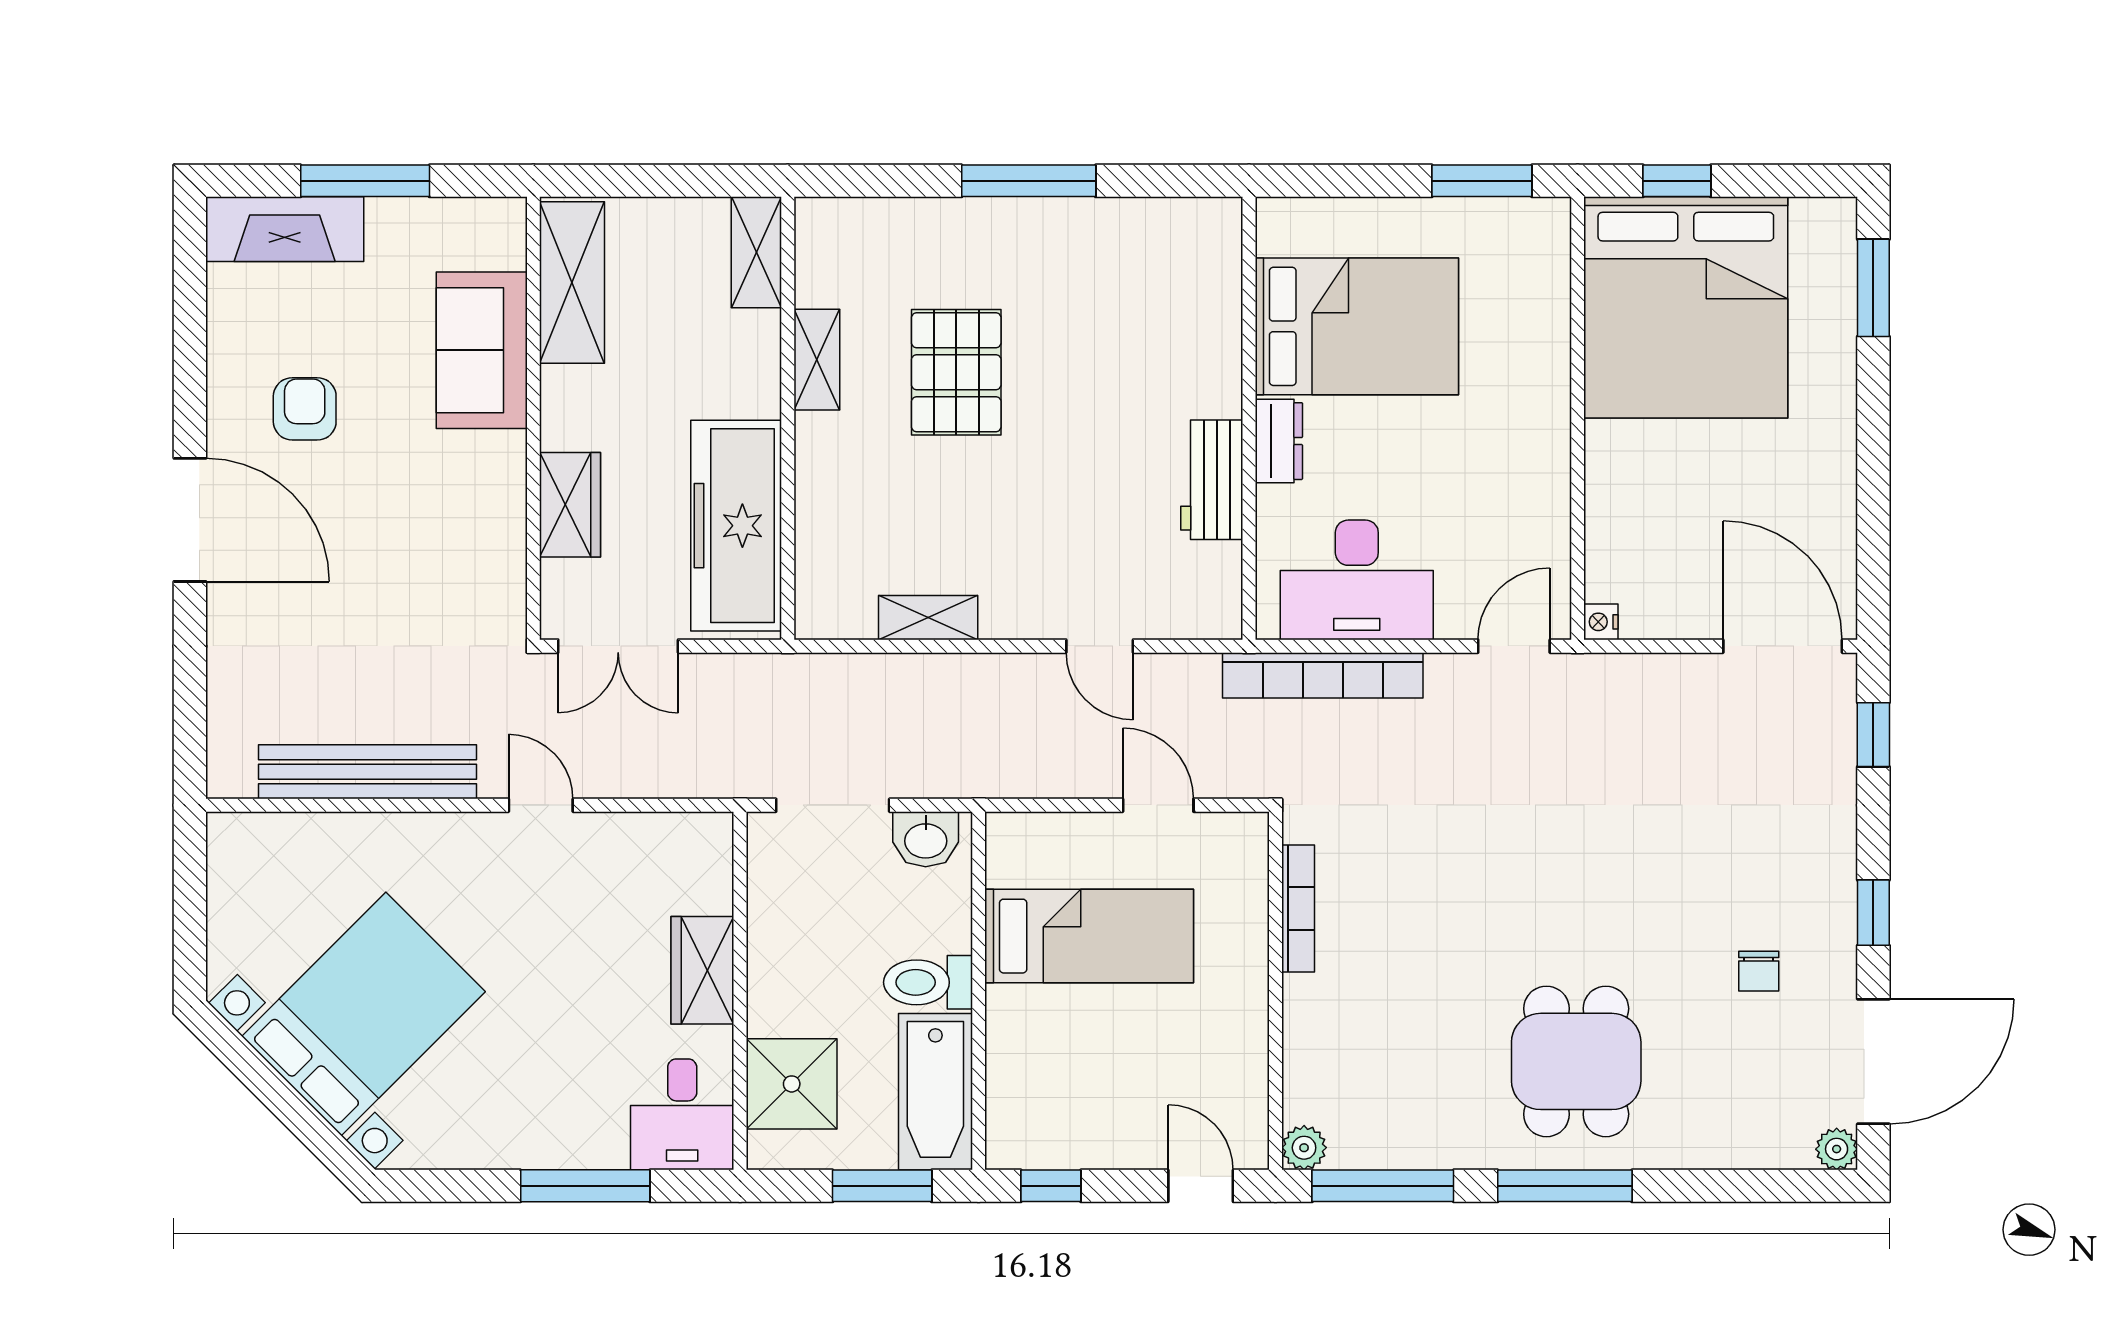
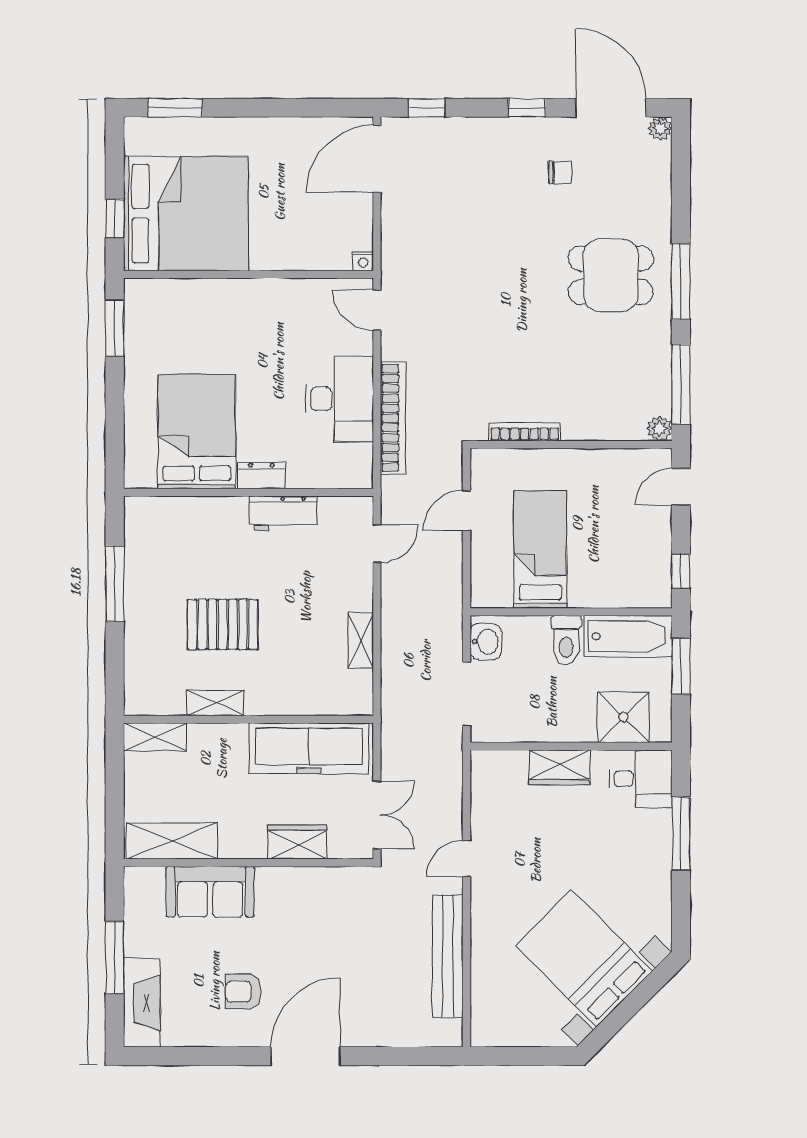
bed: (1357, 326) -> (197, 432), moved
wall: (1249, 418) -> (248, 492), moved
dresser: (1279, 441) -> (261, 476), moved
workbench: (1212, 480) -> (283, 513), moved

